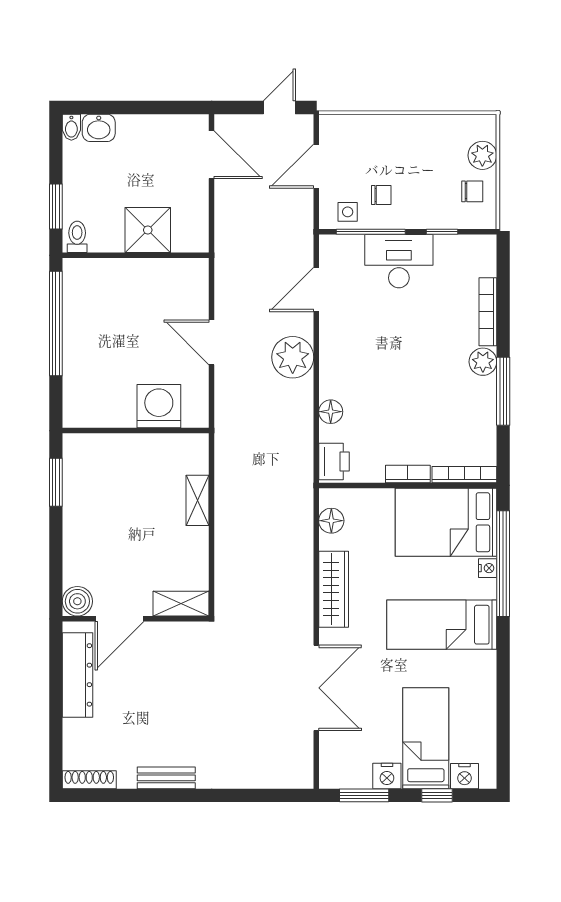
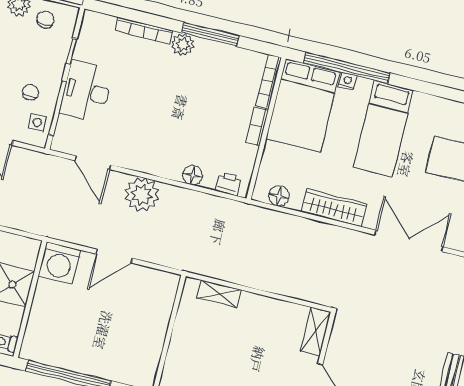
washing machine: (159, 406) -> (59, 263), moved, turned -90
printer: (334, 461) -> (228, 184), width x0.73, depth x0.81
shelving: (198, 500) -> (219, 294), moved

